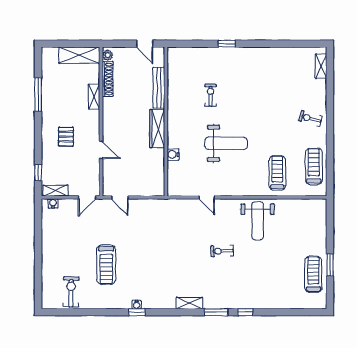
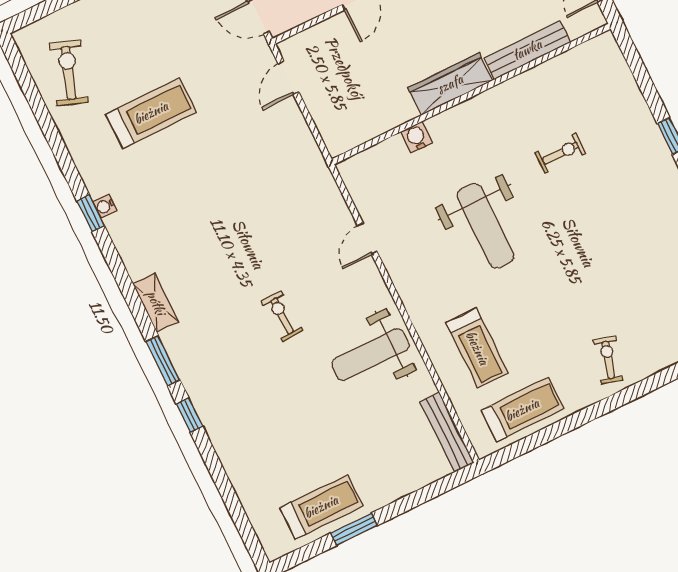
treadmill: (277, 173) -> (477, 348), turned 90
bench: (307, 204) -> (447, 432), added
treadmill: (106, 265) -> (151, 113), turned 180
exercise bike: (71, 292) -> (69, 73), turned -72

